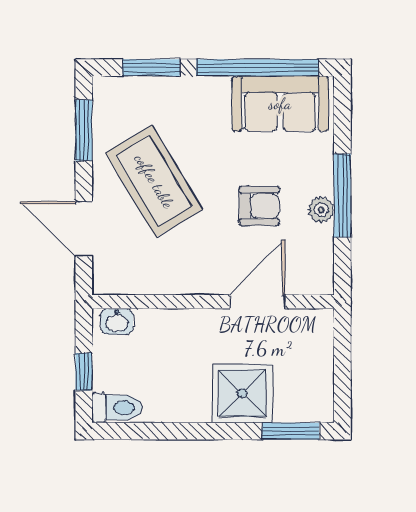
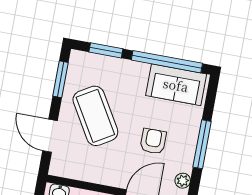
armchair: (259, 206) -> (153, 141), turned -90
plant: (321, 210) -> (183, 181), moved

